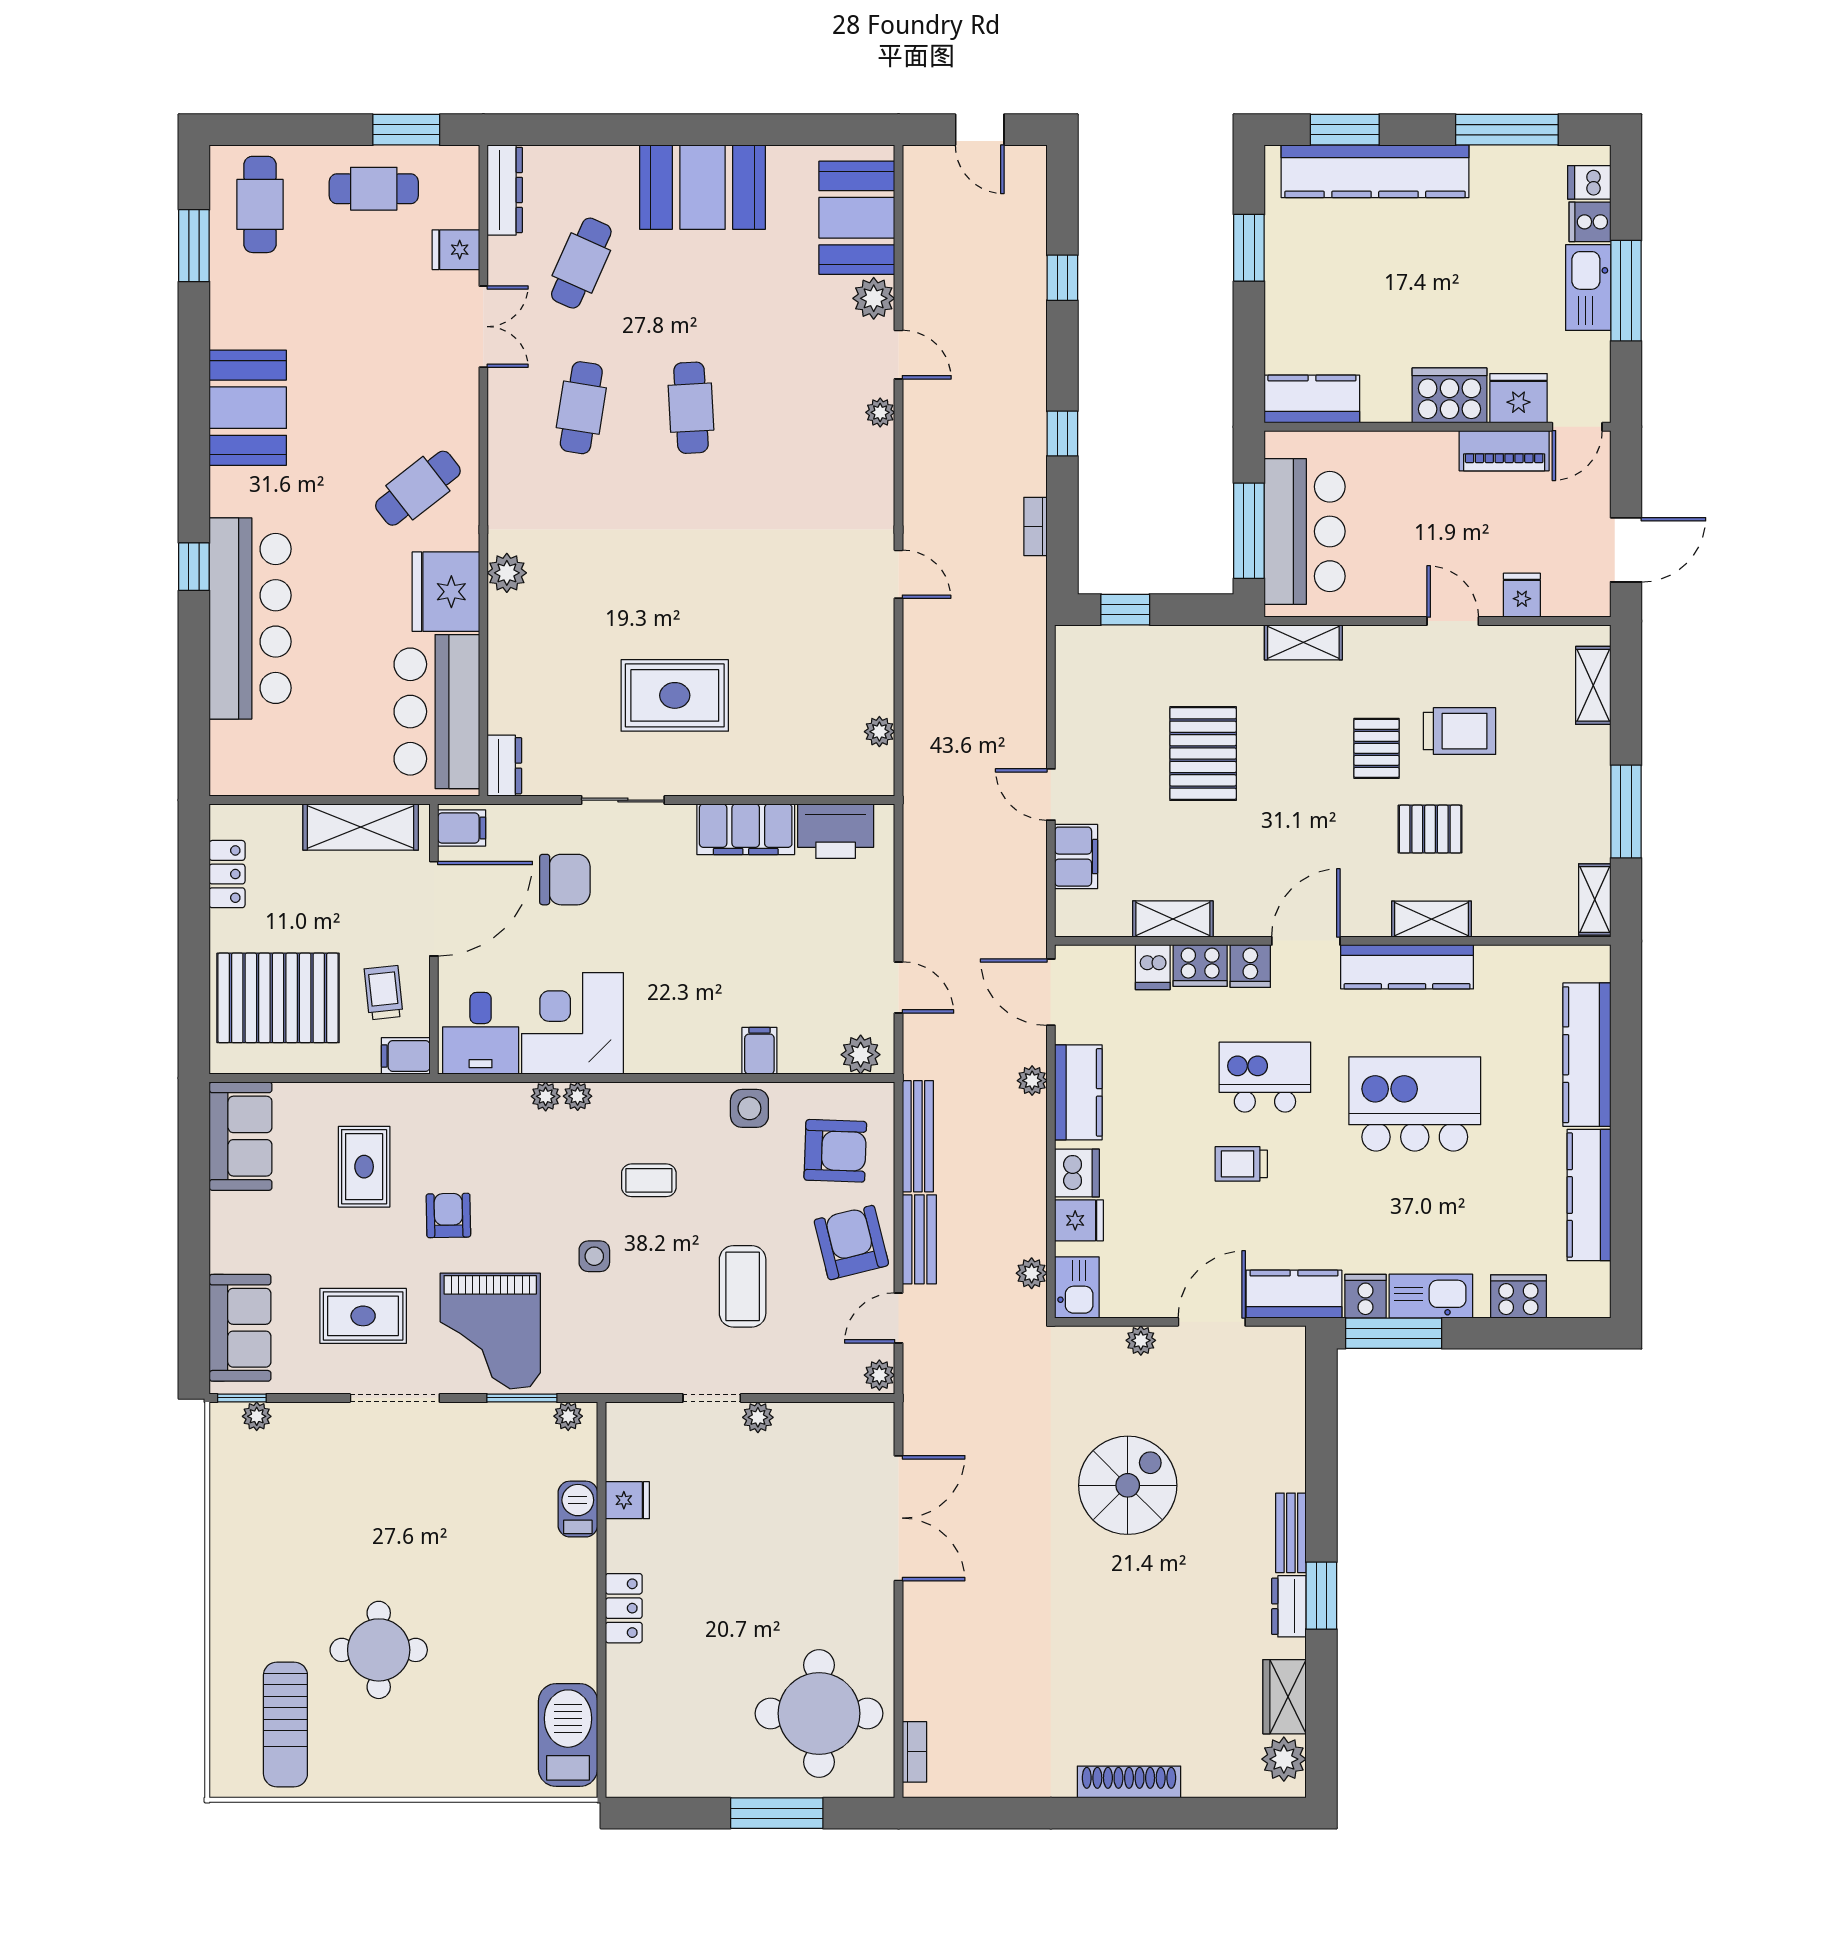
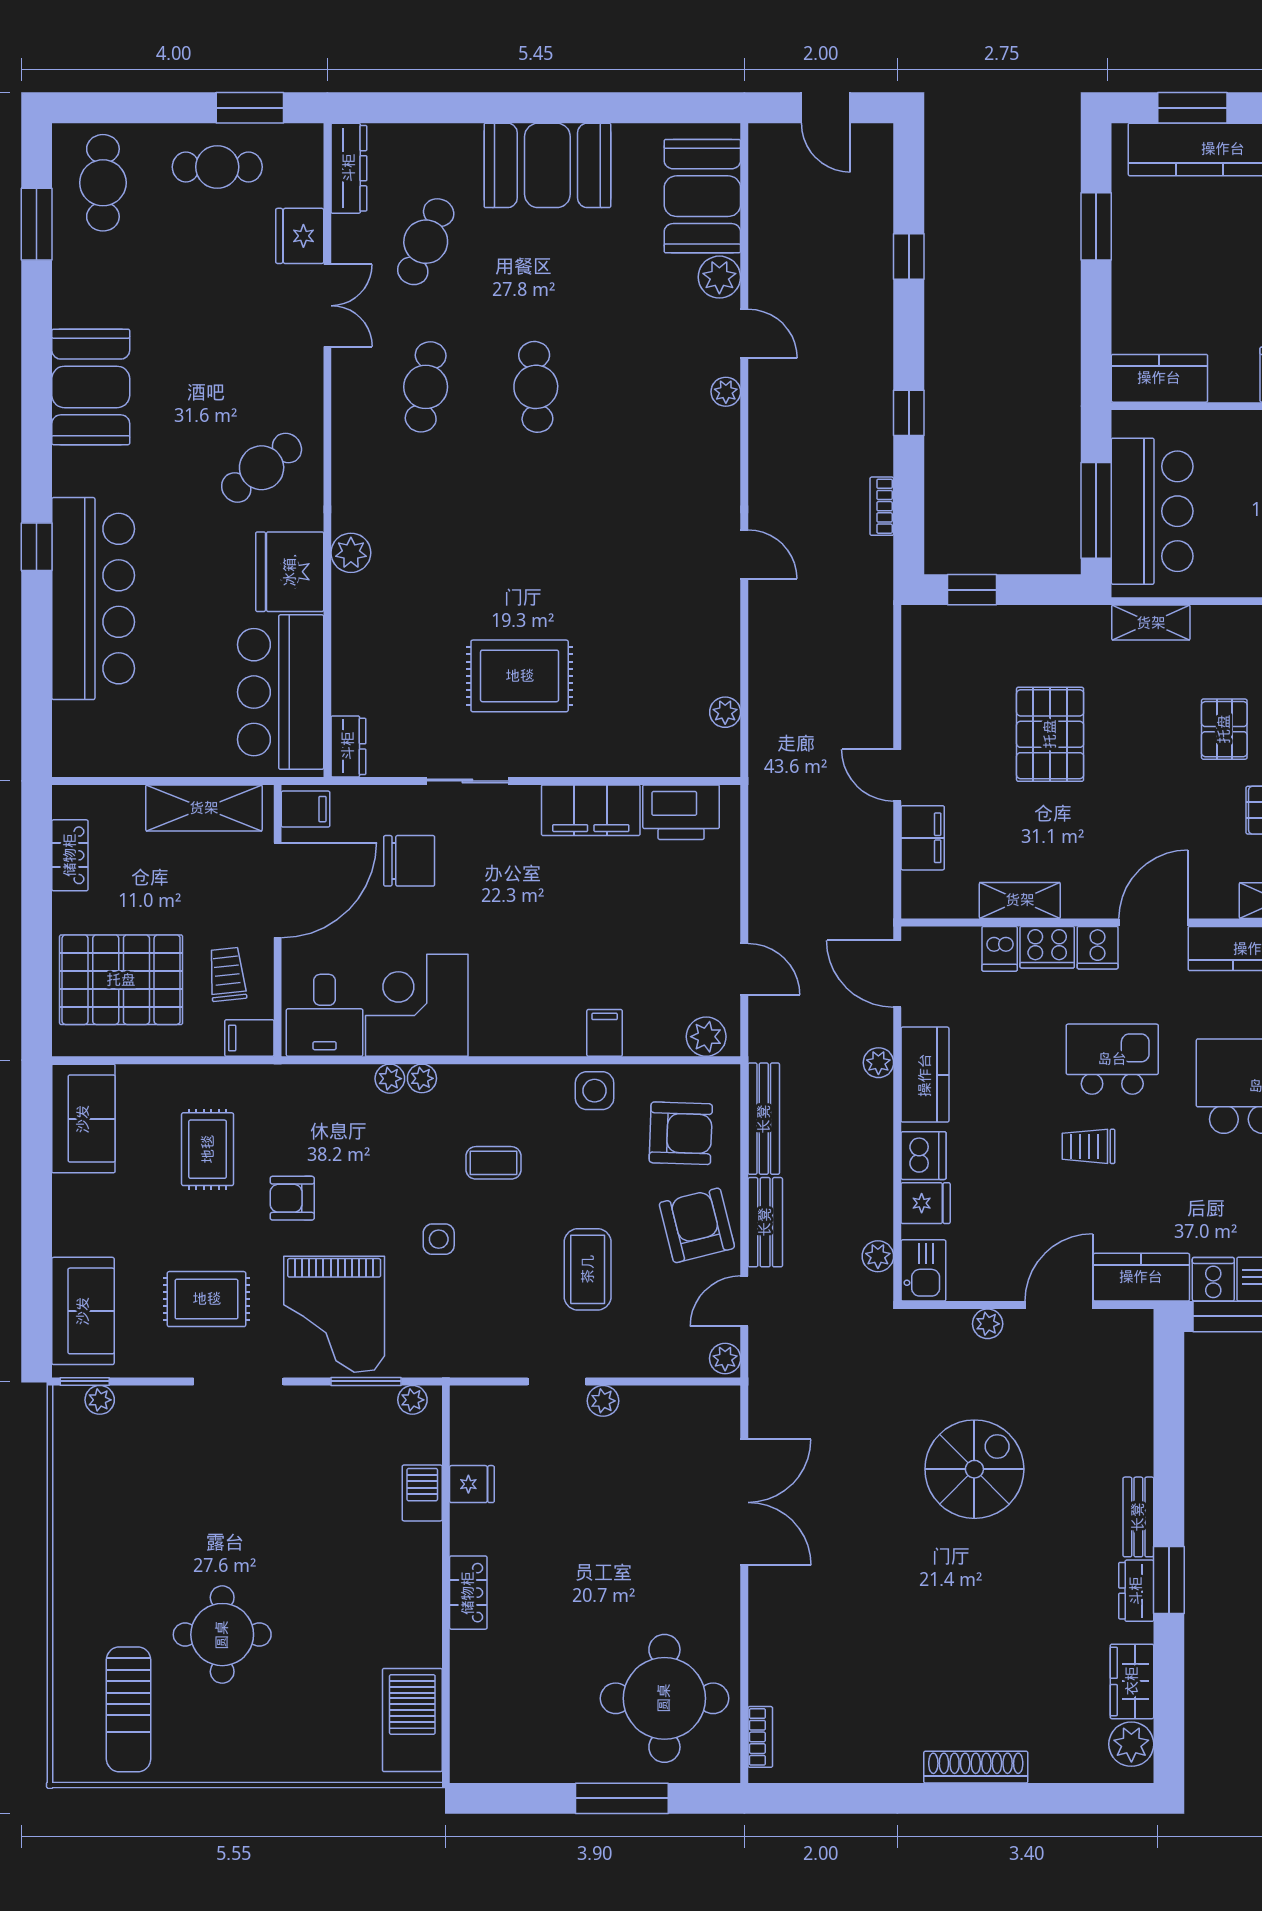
fridge: (456, 250) -> (300, 236), width x1.38
armchair: (448, 1215) -> (292, 1198), turned -89

